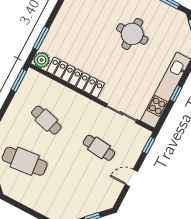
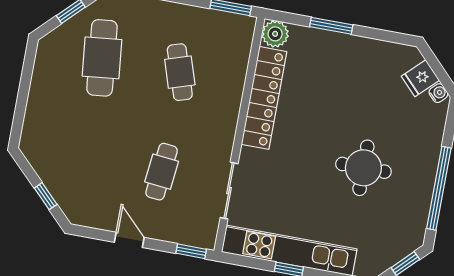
window: (41, 38) -> (331, 26), moved
cafe table: (46, 120) -> (180, 72), turned -33

